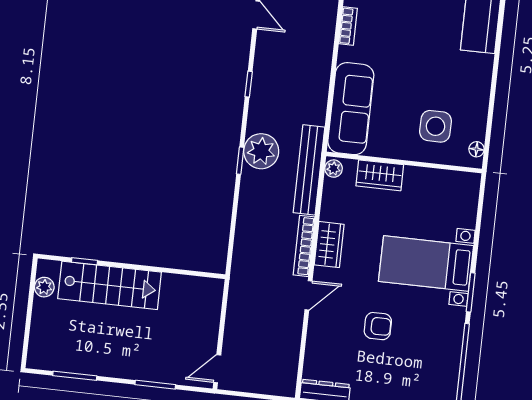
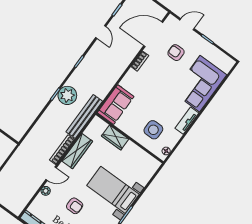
tv unit: (482, 80) -> (187, 121), added
sofa: (351, 109) -> (116, 105), width x0.73
plant: (334, 169) -> (46, 191), moved
wardrobe: (329, 245) -> (77, 151), width x1.50

